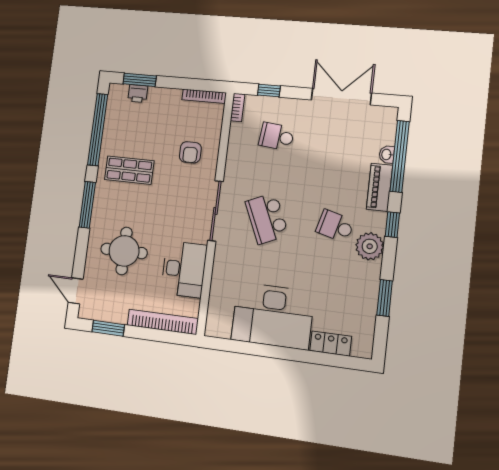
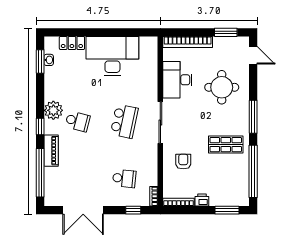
printer: (138, 94) -> (202, 200), moved
washbasin: (387, 154) -> (49, 60), moved
school desk: (267, 218) -> (124, 121), turned 36
window: (385, 298) -> (40, 62), moved

